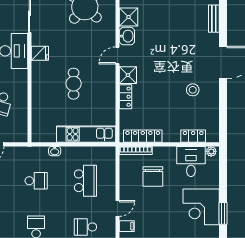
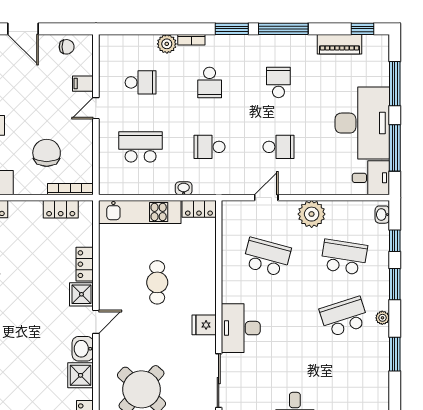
locker: (44, 136) -> (199, 209), added
locker: (143, 136) -> (61, 209), width x0.66
school desk: (85, 181) -> (141, 147), turned 90

